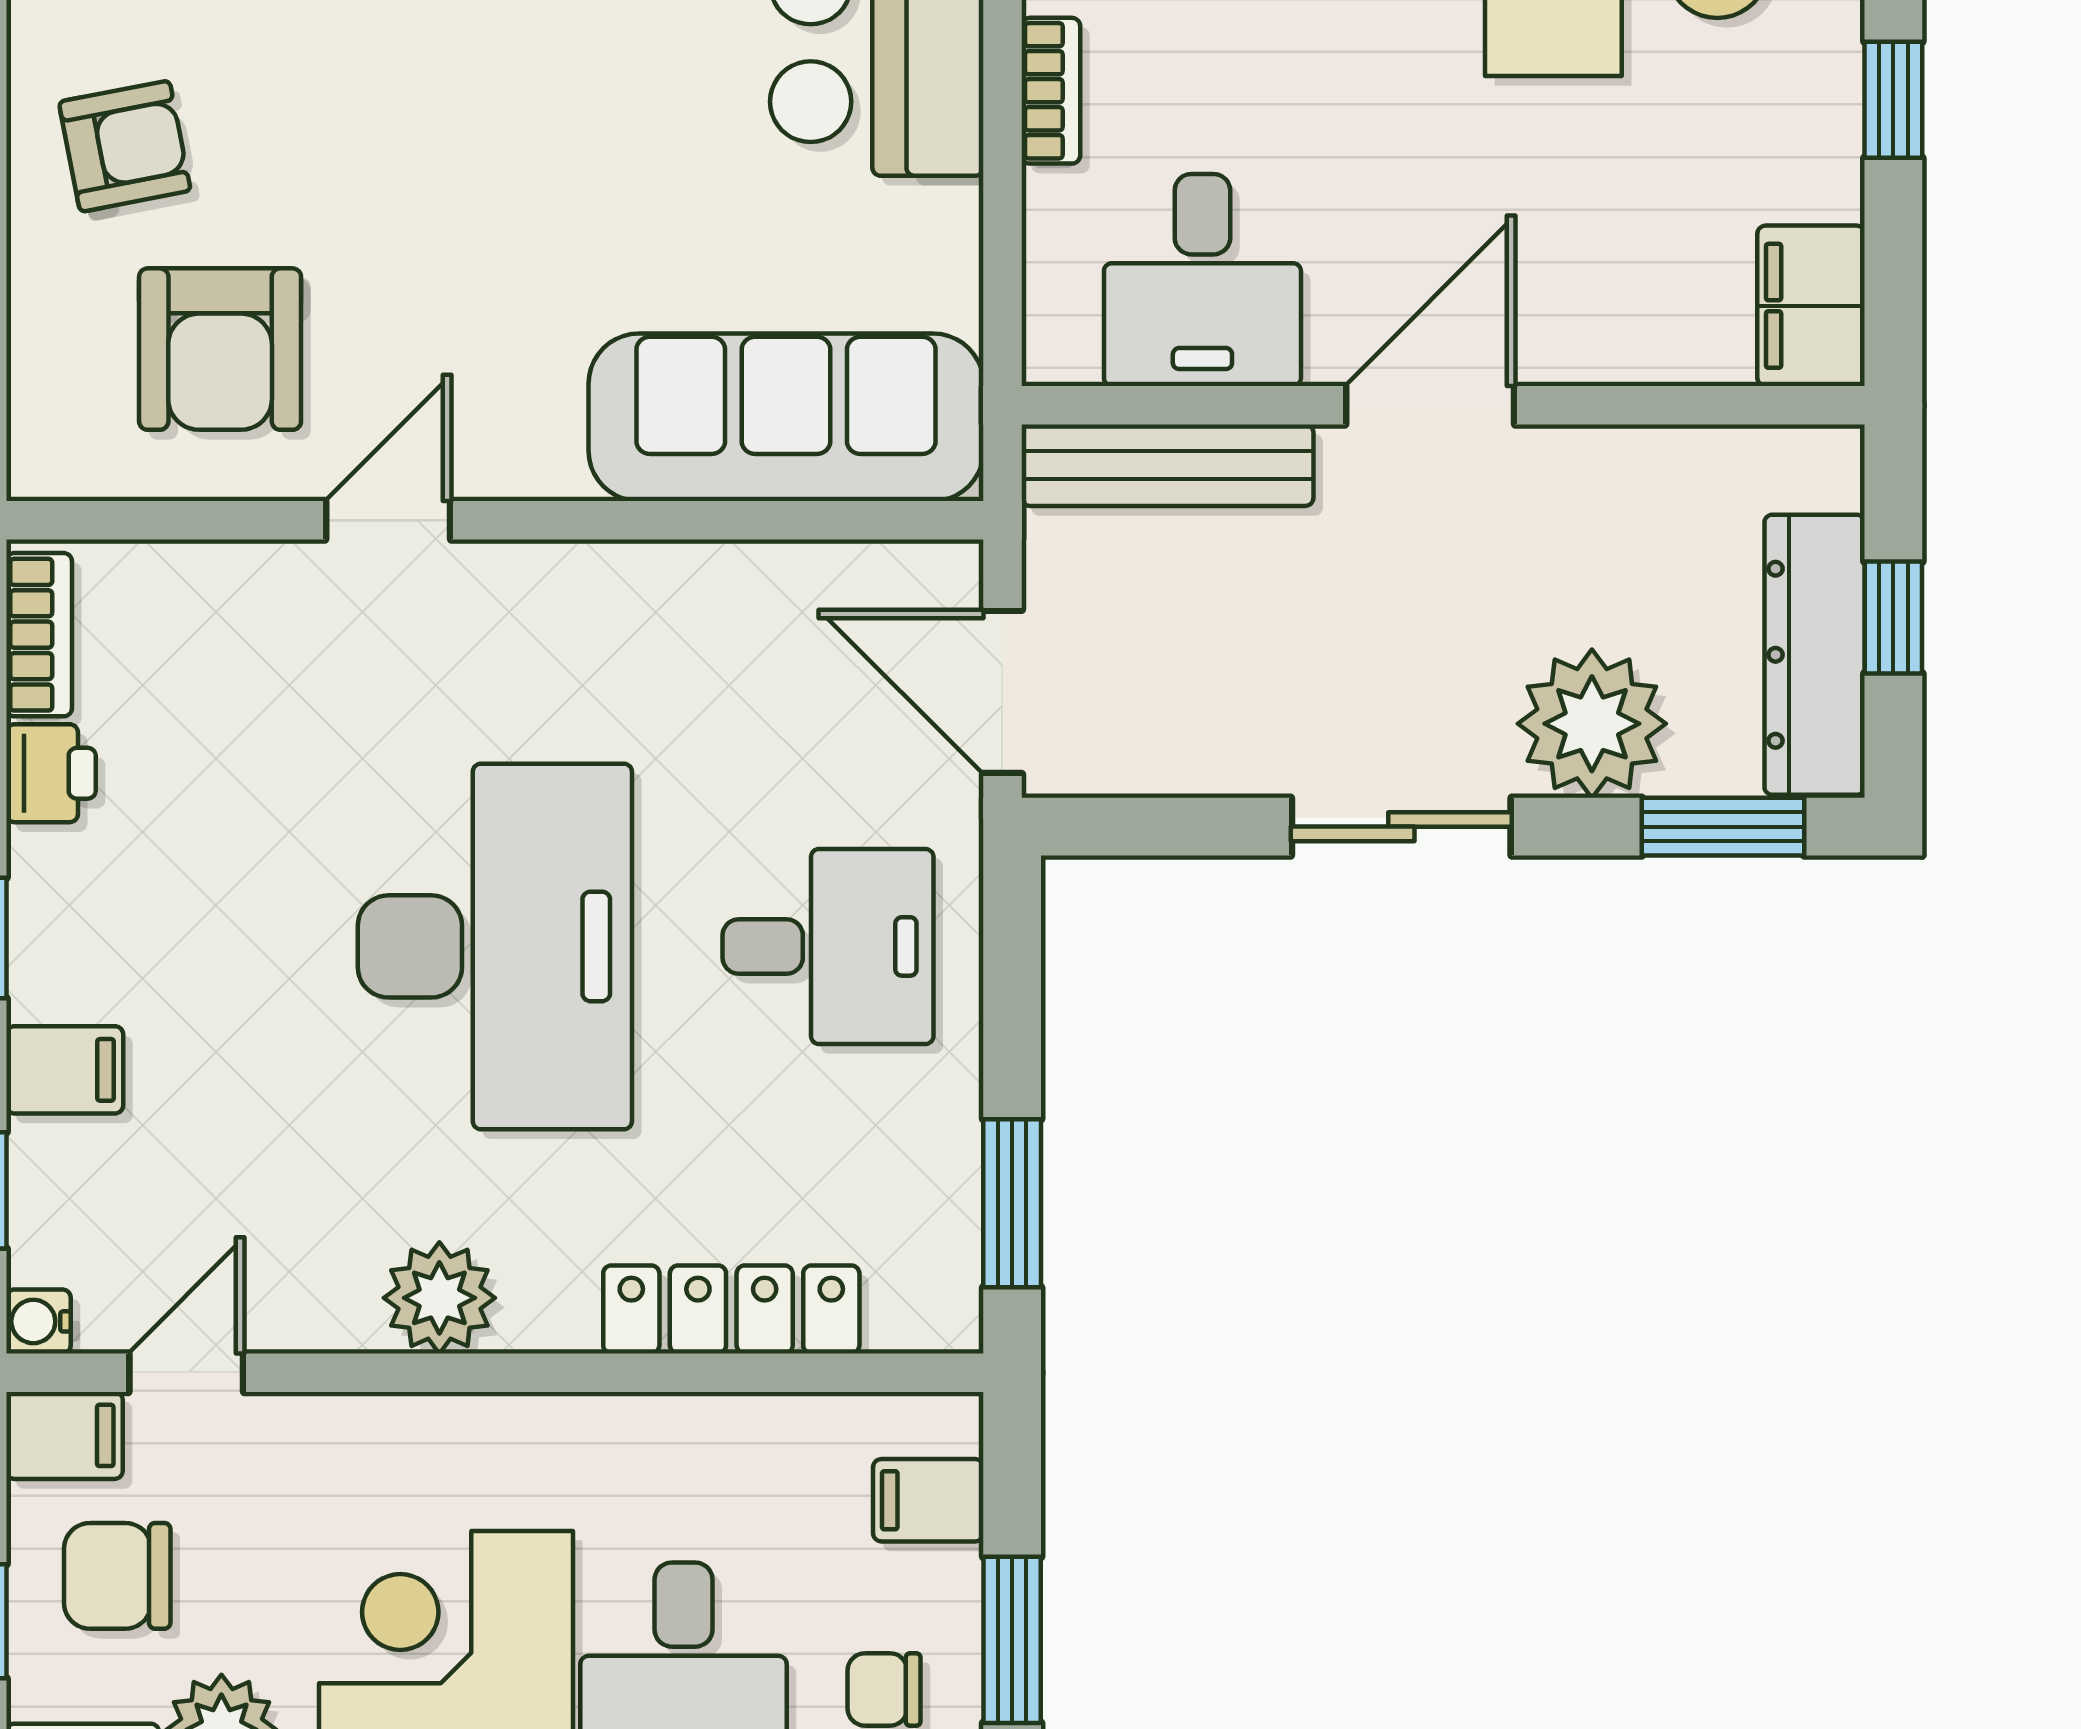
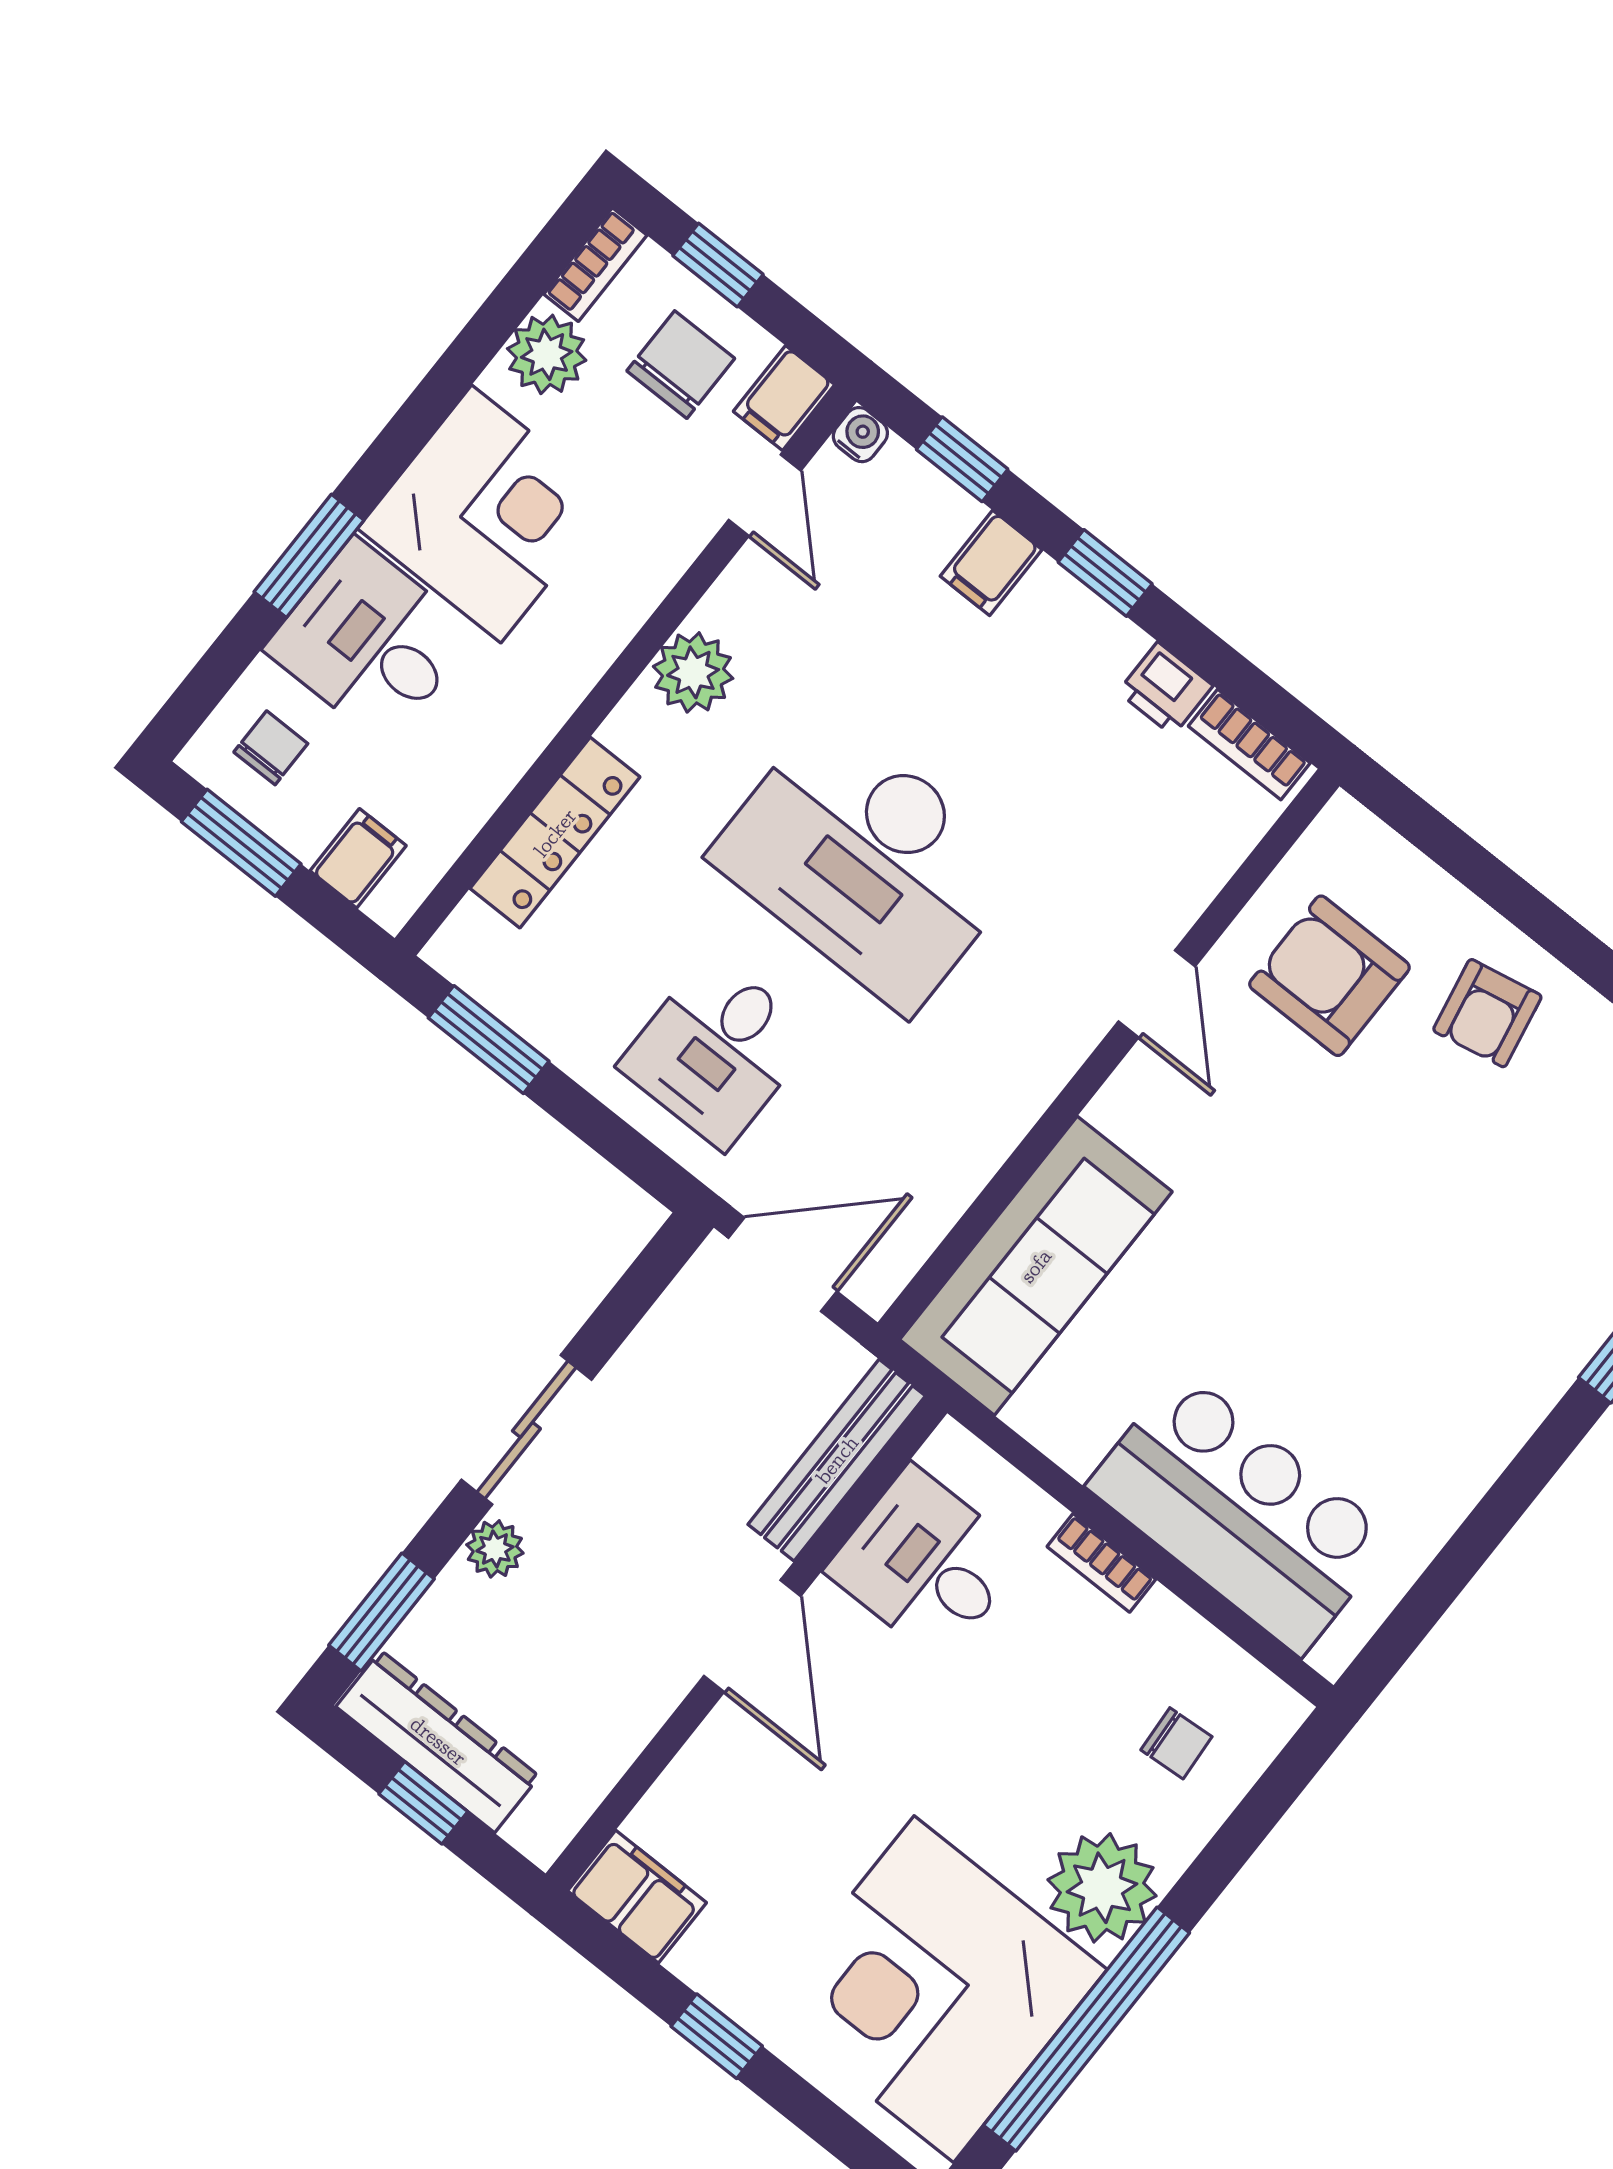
plant: (1592, 724) -> (495, 1549), width x0.53, depth x0.53

